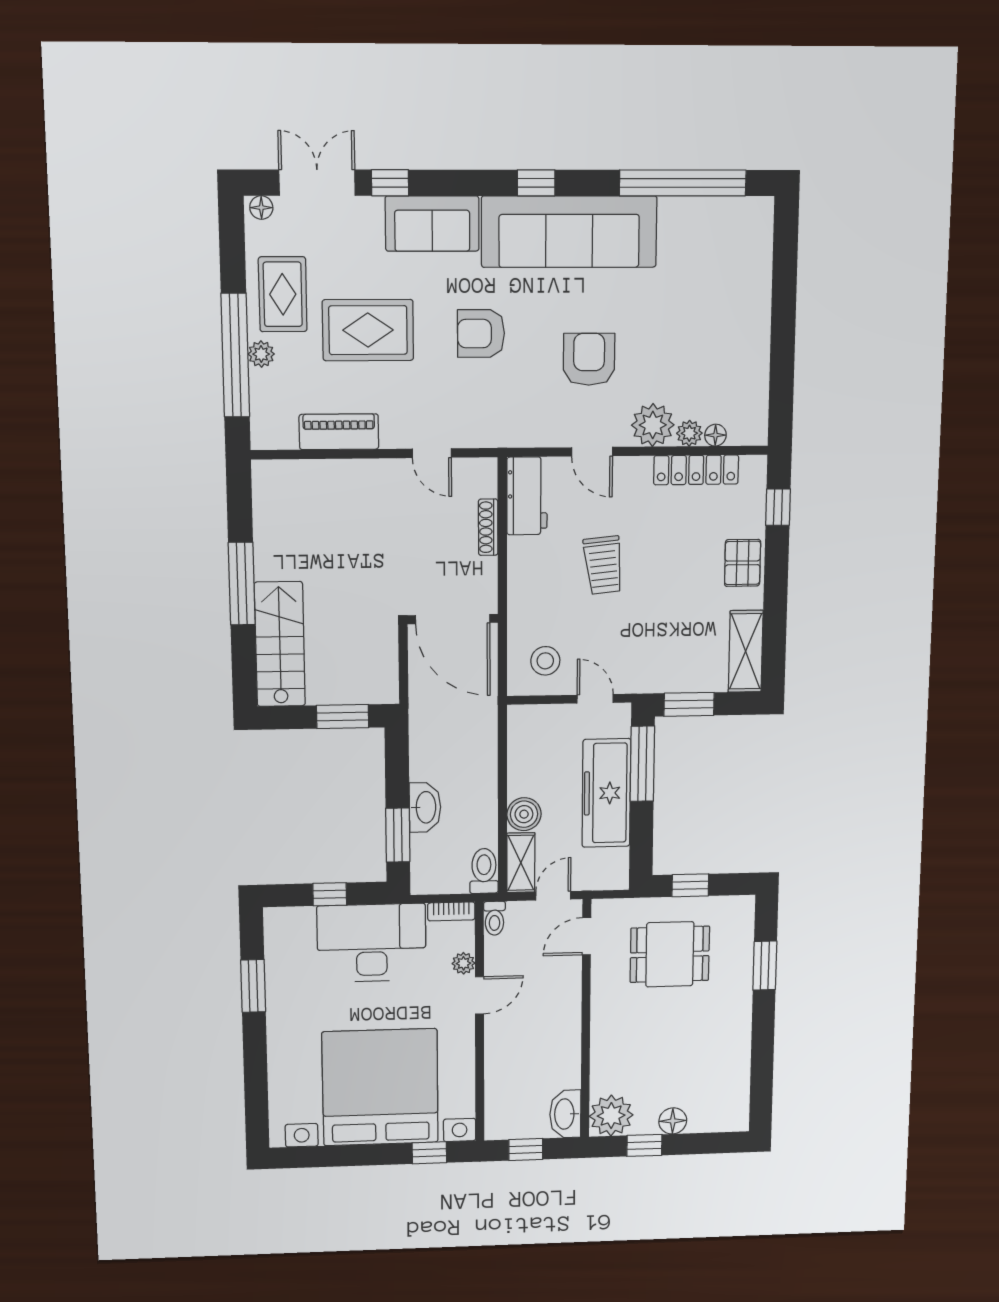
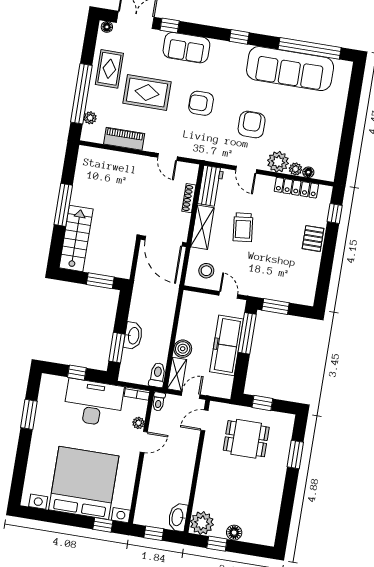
sofa: (569, 232) -> (290, 69), moved
plant: (261, 354) -> (90, 118), moved
shelving: (746, 651) -> (202, 227), moved

